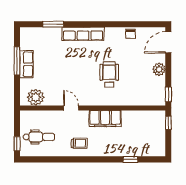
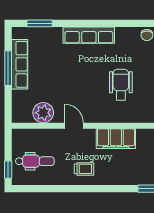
window: (53, 24) -> (40, 23), moved
row of seats: (26, 64) -> (20, 64), width x1.48
plant: (36, 97) -> (43, 113), moved

